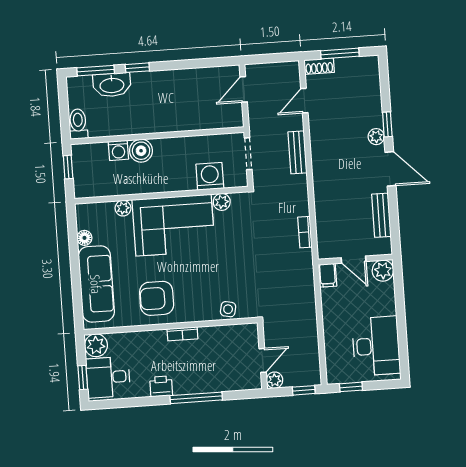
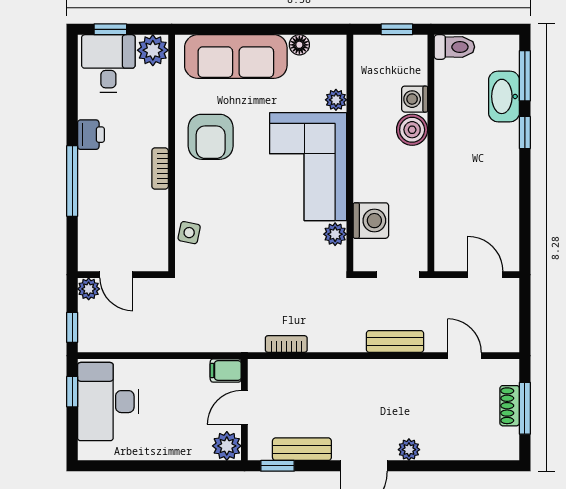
shoe rack: (319, 66) -> (510, 406), moved
window: (387, 124) -> (278, 466), moved
armchair: (157, 298) -> (211, 137), turned 180
desk: (376, 346) -> (108, 402), moved, turned 90

